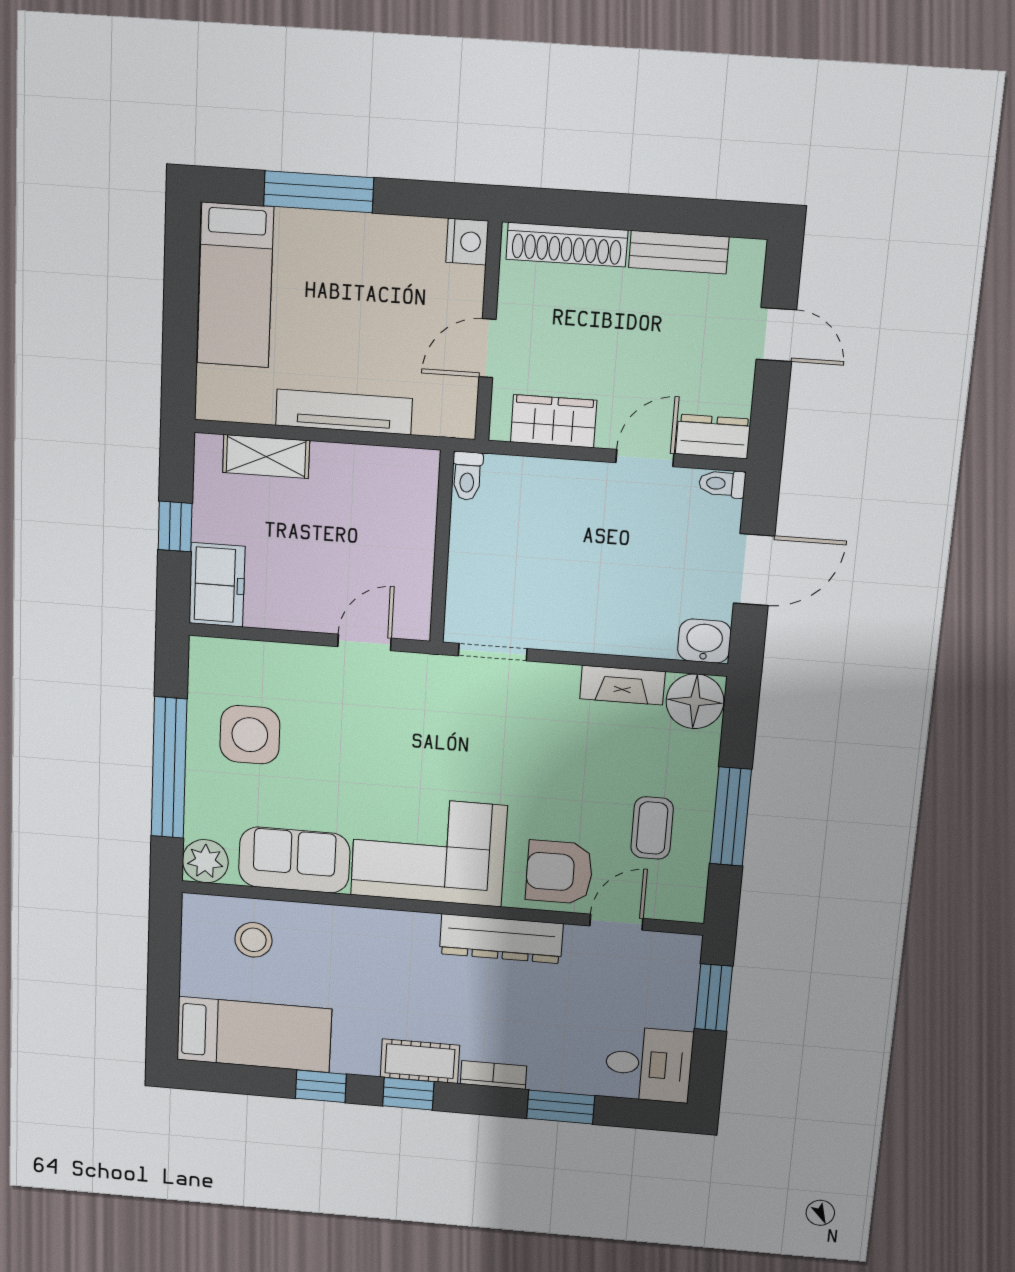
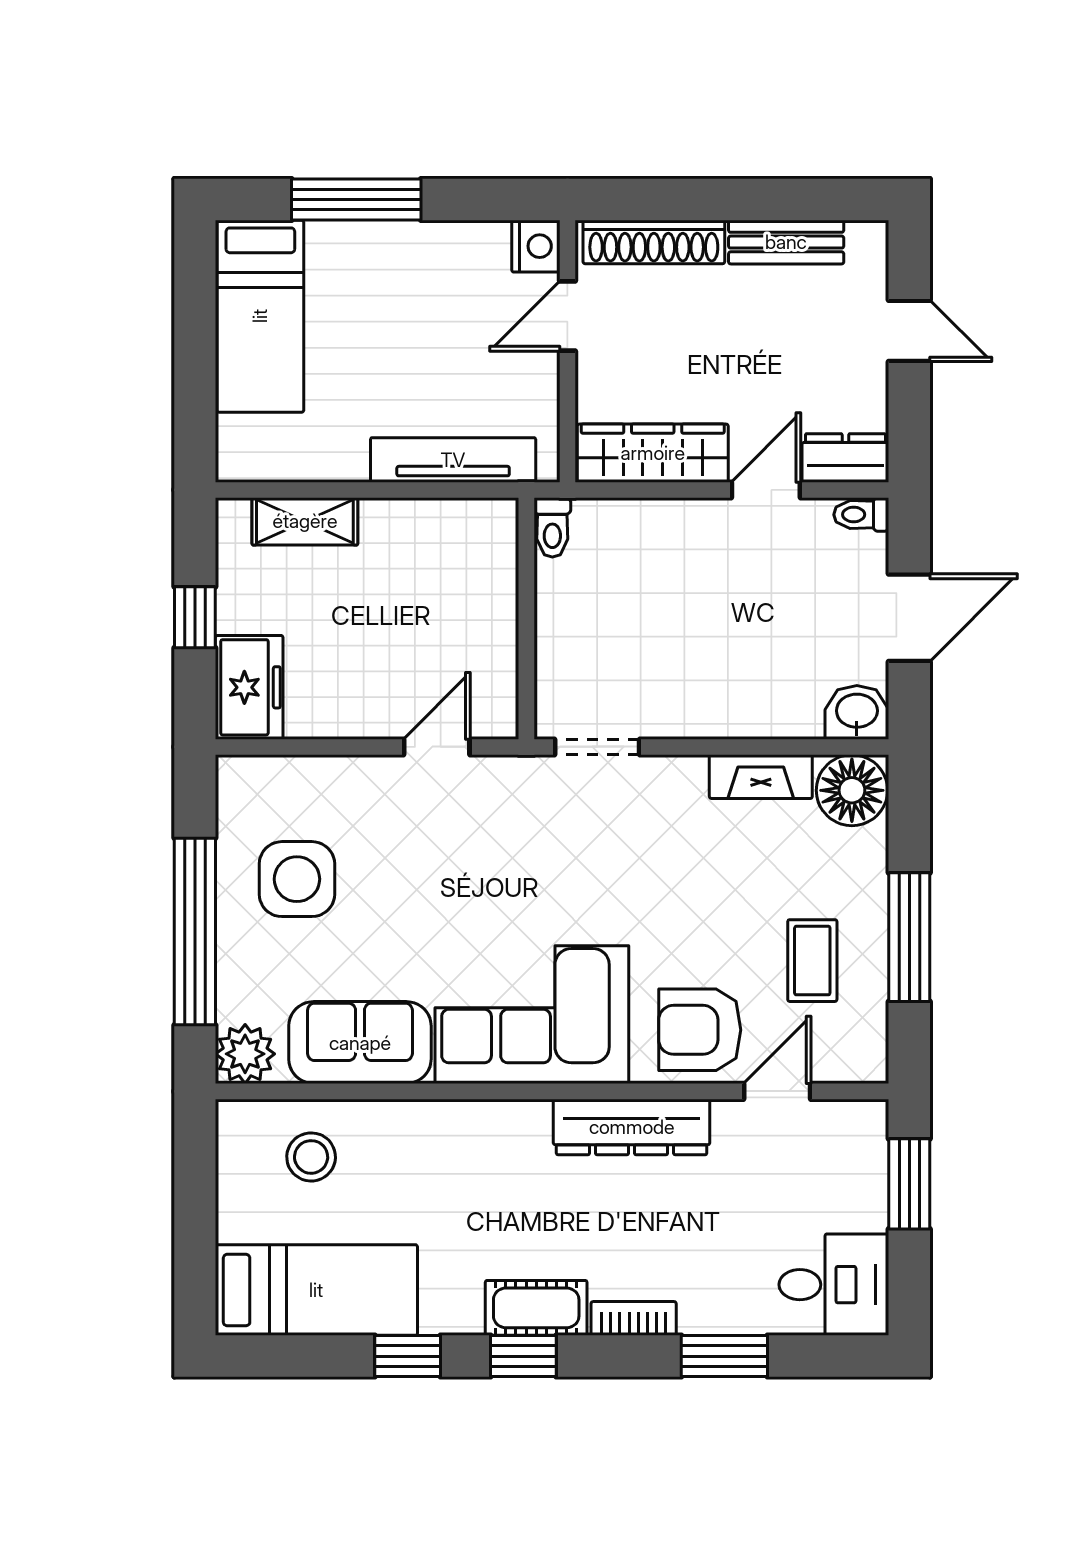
door: (487, 348) -> (567, 316), moved
tv unit: (344, 412) -> (453, 460), moved
wardrobe: (554, 421) -> (653, 453), width x1.50

